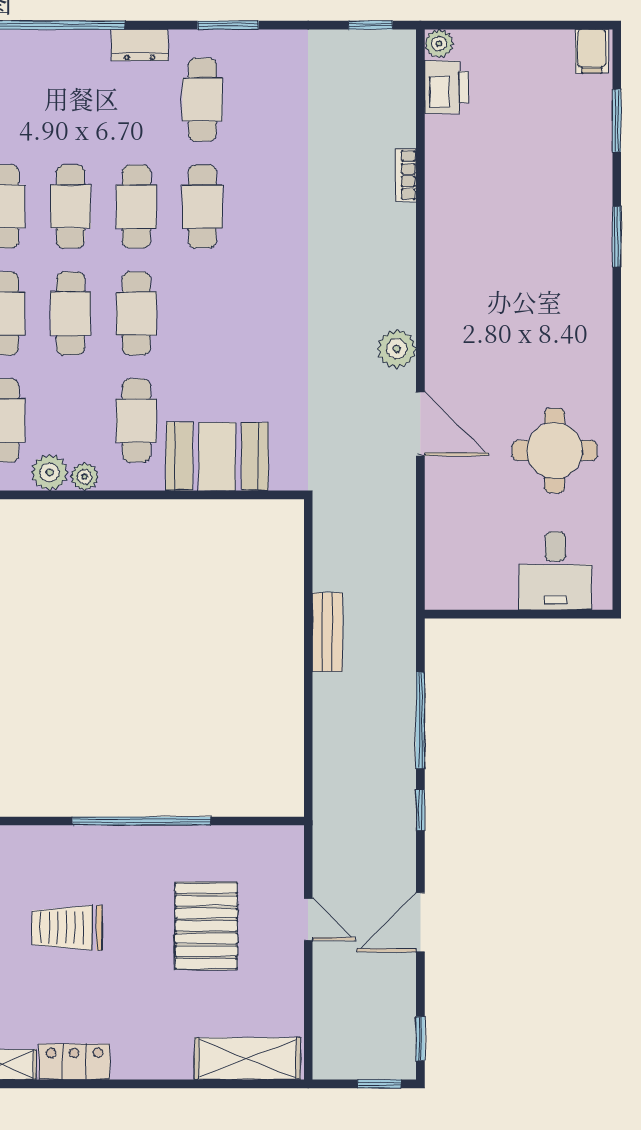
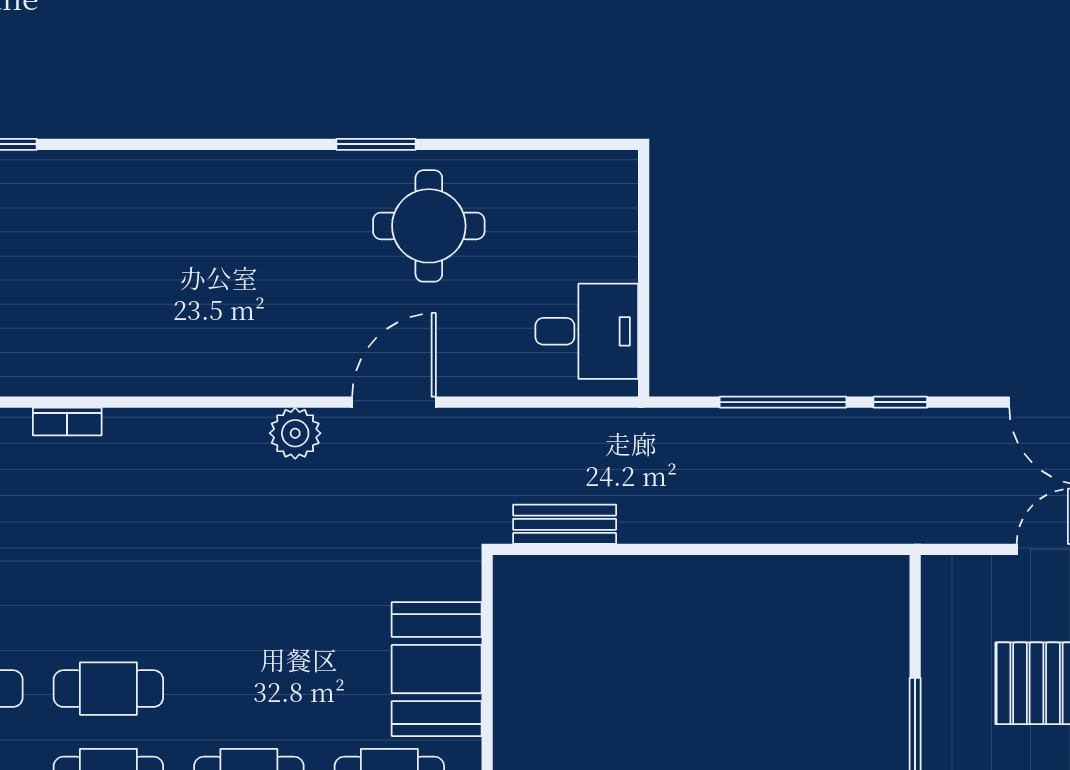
window: (617, 237) -> (376, 144), moved
desk: (555, 571) -> (587, 331), moved
bench: (327, 632) -> (565, 524), moved

